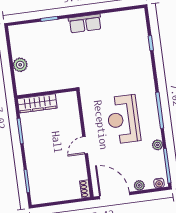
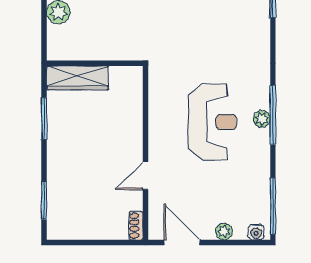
reception desk: (123, 119) -> (212, 122), turned 180
door: (85, 145) -> (146, 176), moved
plant: (157, 145) -> (262, 119), moved
door: (115, 195) -> (182, 242), width x0.73

